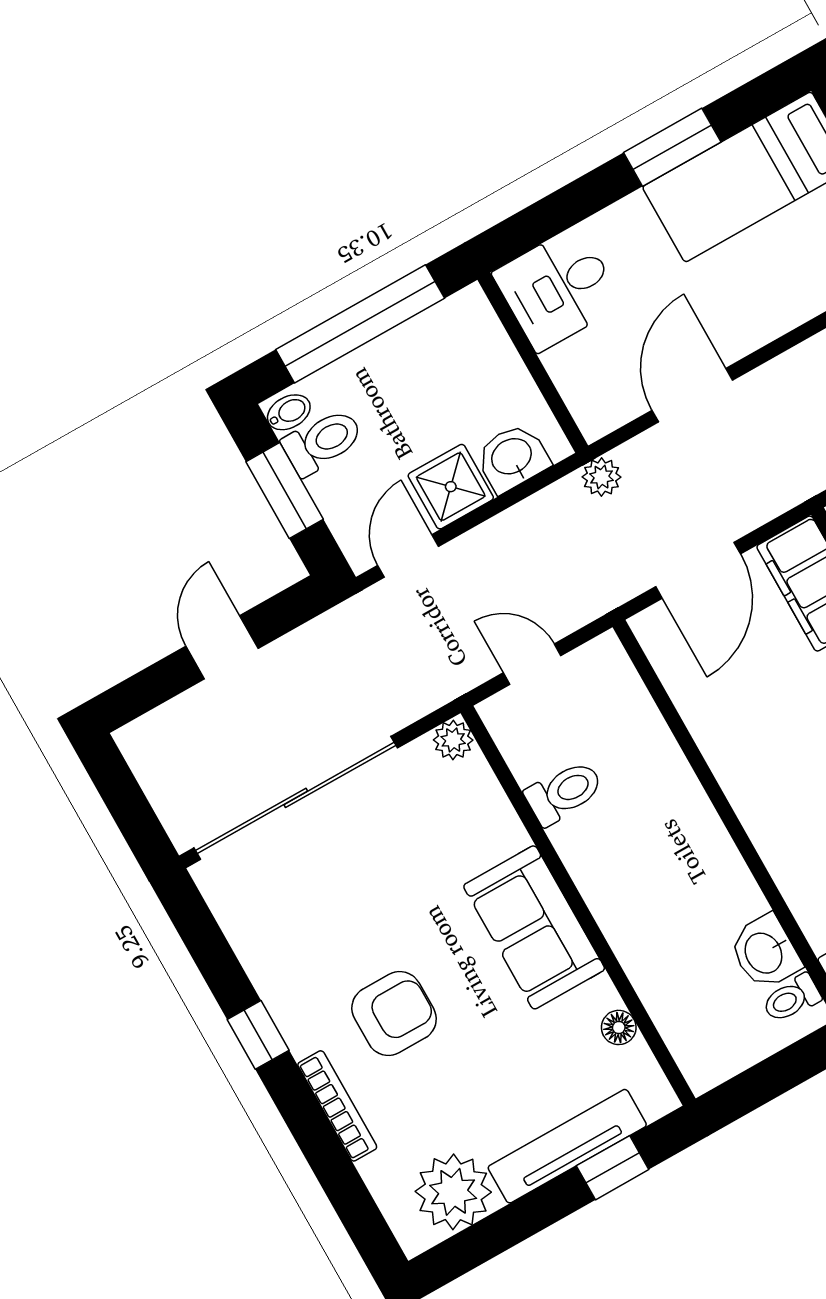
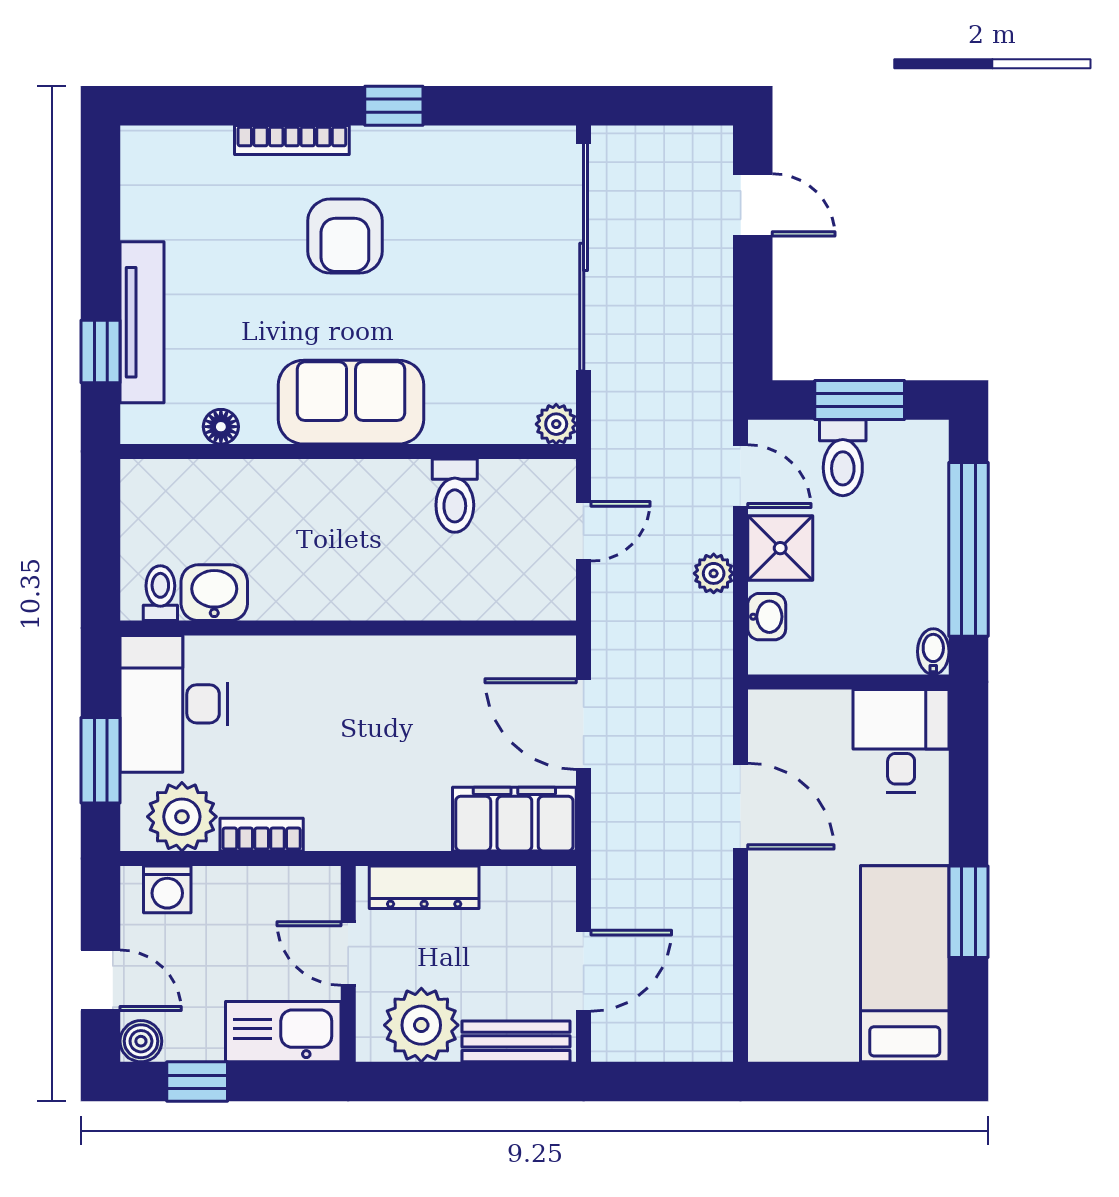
bidet: (289, 412) -> (933, 652), moved, turned 180
toilet: (323, 442) -> (843, 458), moved
washbasin: (512, 458) -> (767, 617), width x0.72, depth x0.69
plant: (602, 477) -> (714, 573), moved
door: (222, 647) -> (753, 205), moved
plant: (453, 1192) -> (159, 199), removed

